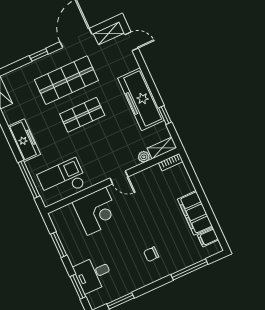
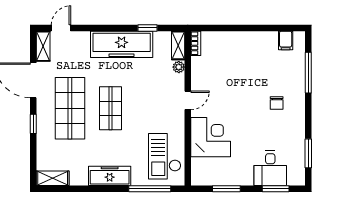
filing cabinet: (195, 213) -> (256, 42), removed

